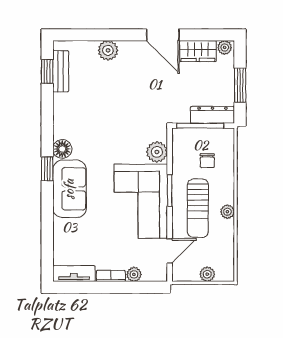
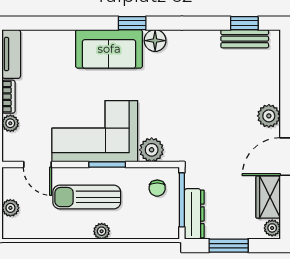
plant: (108, 50) -> (269, 116), moved
chair: (207, 161) -> (157, 188), moved, turned -90
plant: (227, 212) -> (102, 231), moved

